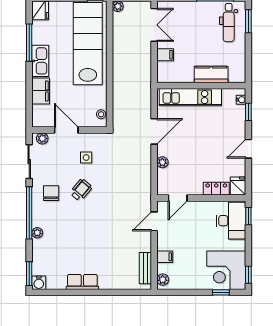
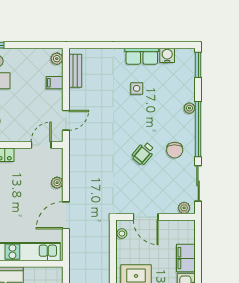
door: (66, 130) -> (146, 217), moved
side table: (86, 158) -> (137, 88), moved
water cooler: (39, 283) -> (167, 55), moved

